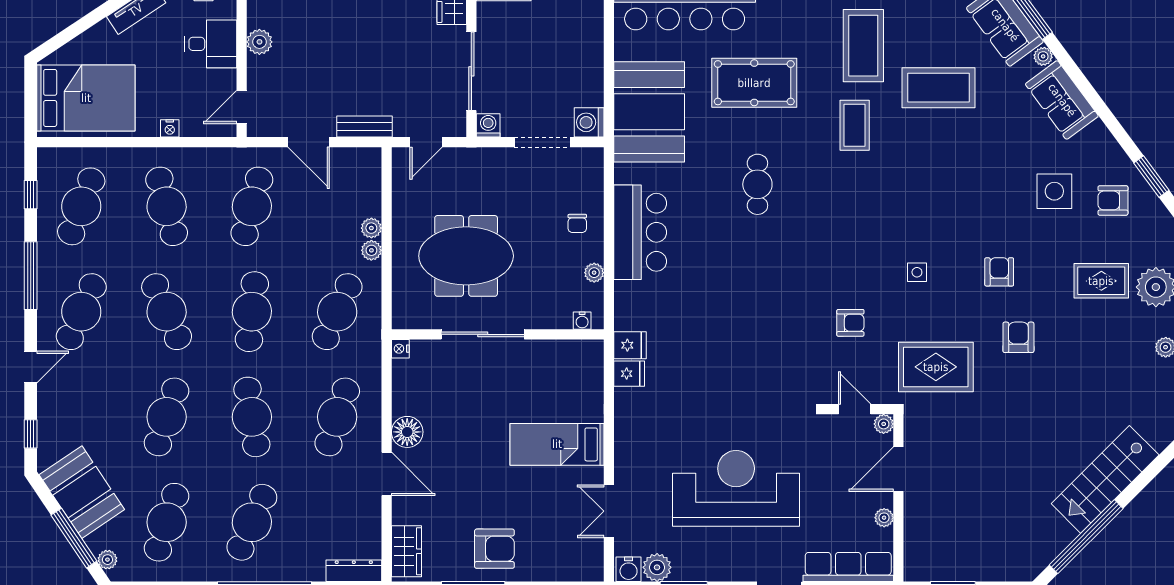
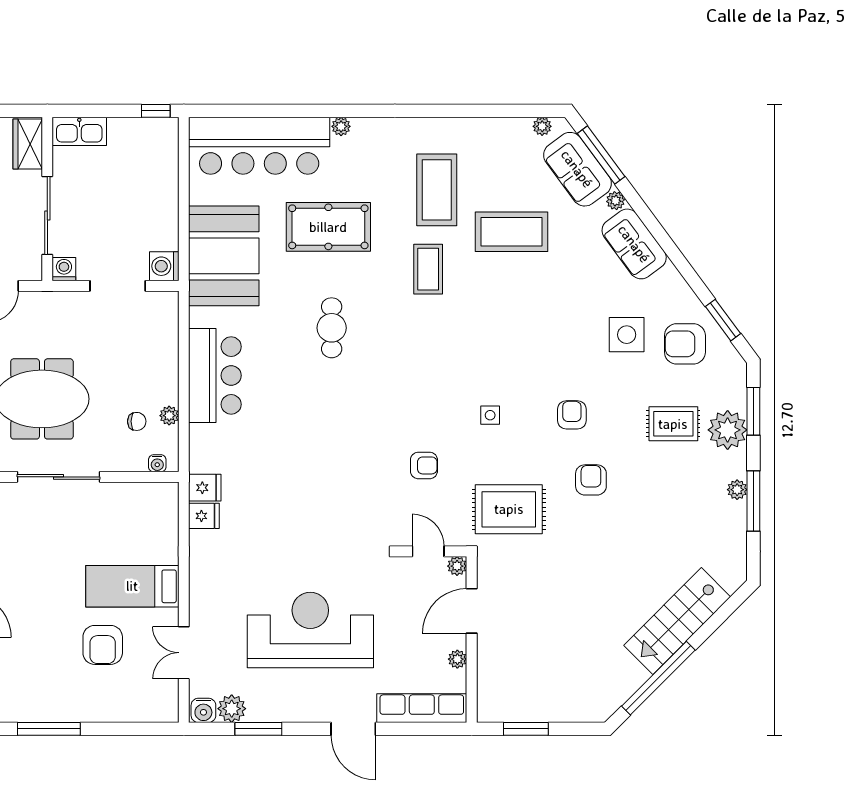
armchair: (1113, 200) -> (685, 344), width x1.38, depth x1.38
chair: (577, 223) -> (137, 421), moved, turned -90
armchair: (494, 549) -> (103, 645), moved, turned 90

